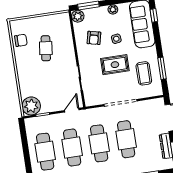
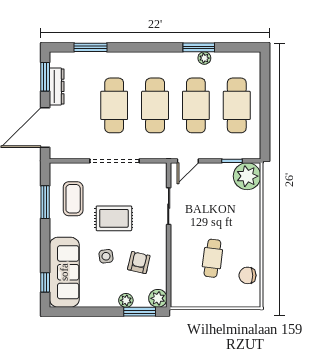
plant: (113, 9) -> (126, 300), moved

